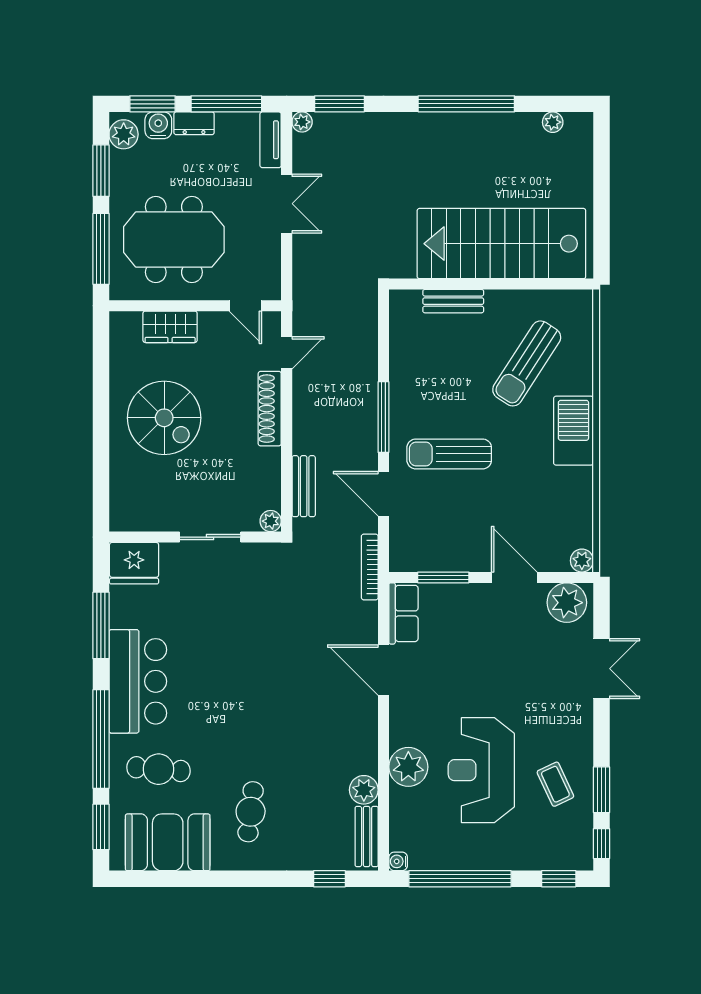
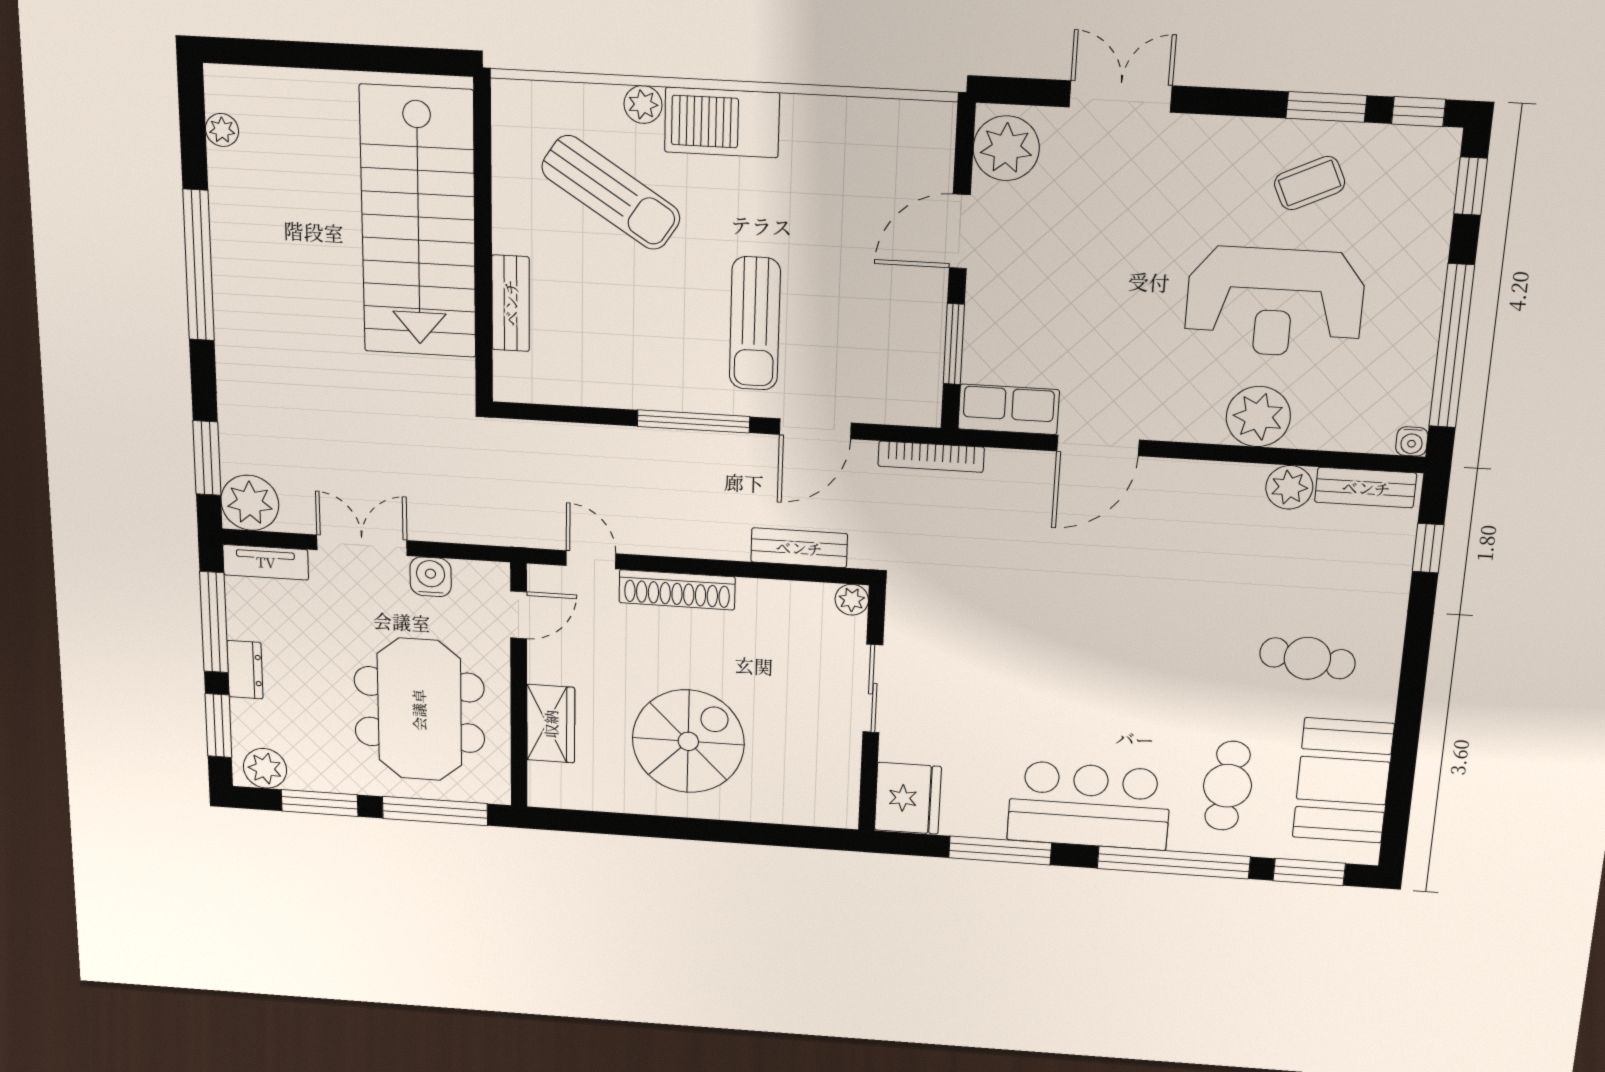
plant: (302, 122) -> (250, 503), width x1.87, depth x1.87
water cooler: (158, 125) -> (431, 577), moved, turned 90
plant: (582, 561) -> (643, 105), moved

